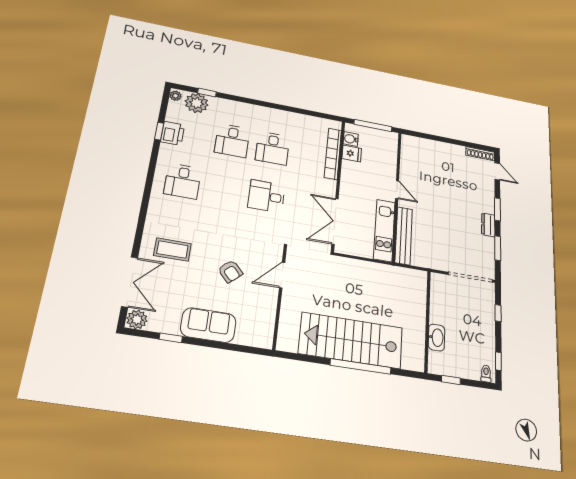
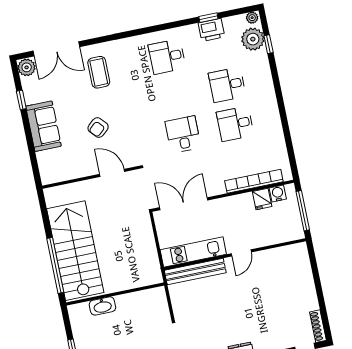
wall: (427, 321) -> (115, 294), moved
washbasin: (436, 337) -> (102, 306), moved

